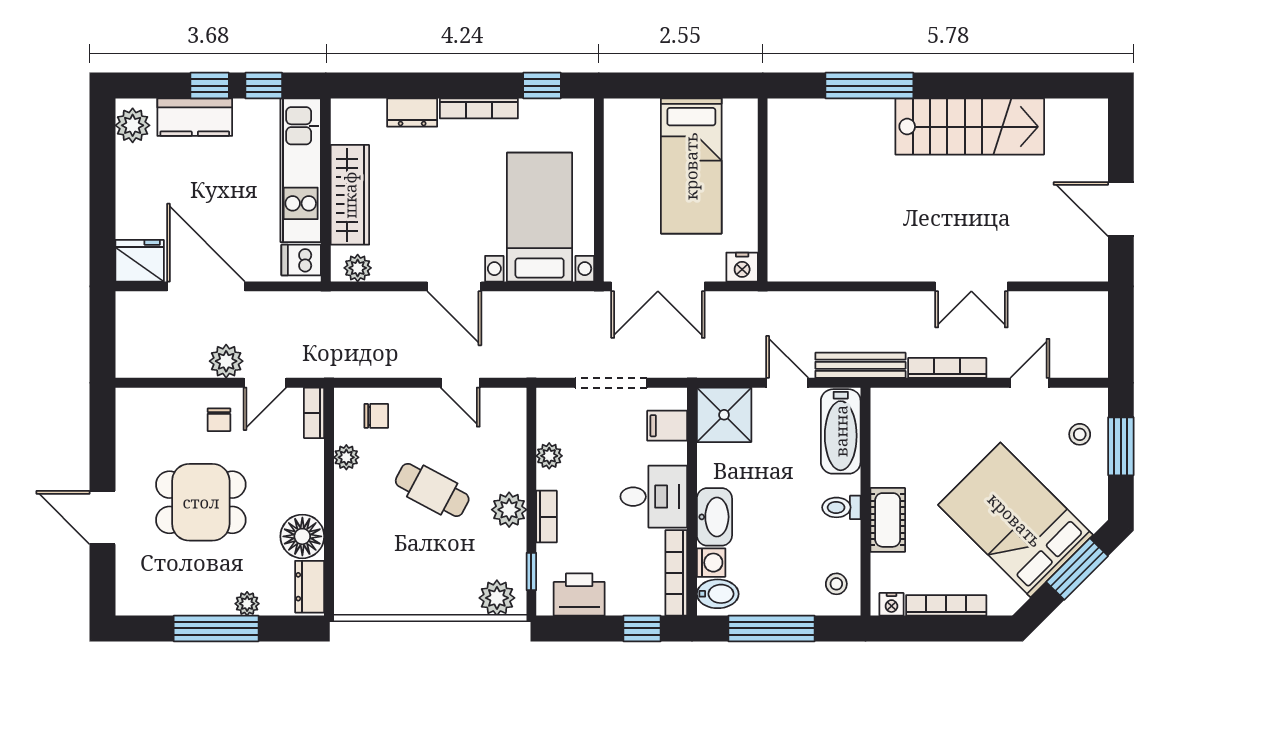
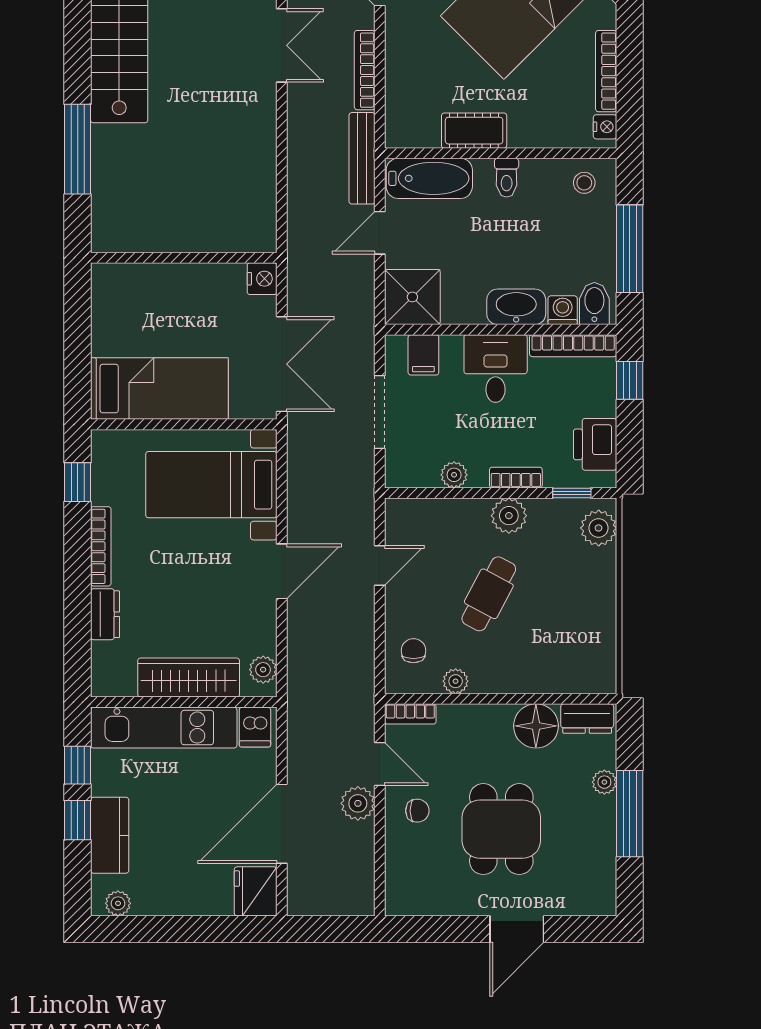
plant: (133, 125) -> (118, 903), width x0.73, depth x0.73
bed: (691, 166) -> (159, 389), moved
cot: (888, 520) -> (474, 131), moved

